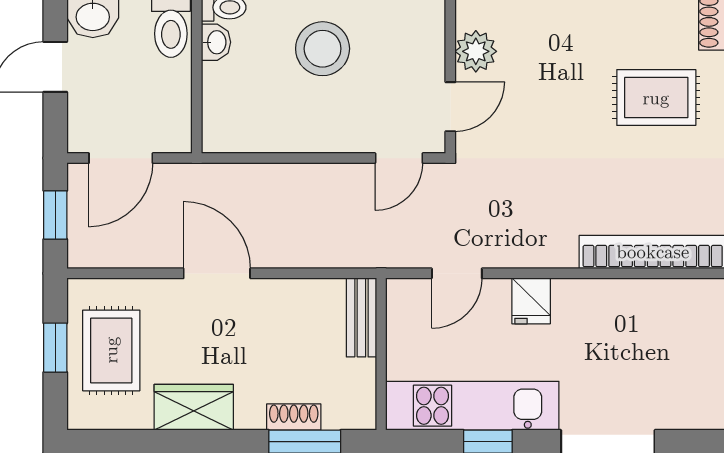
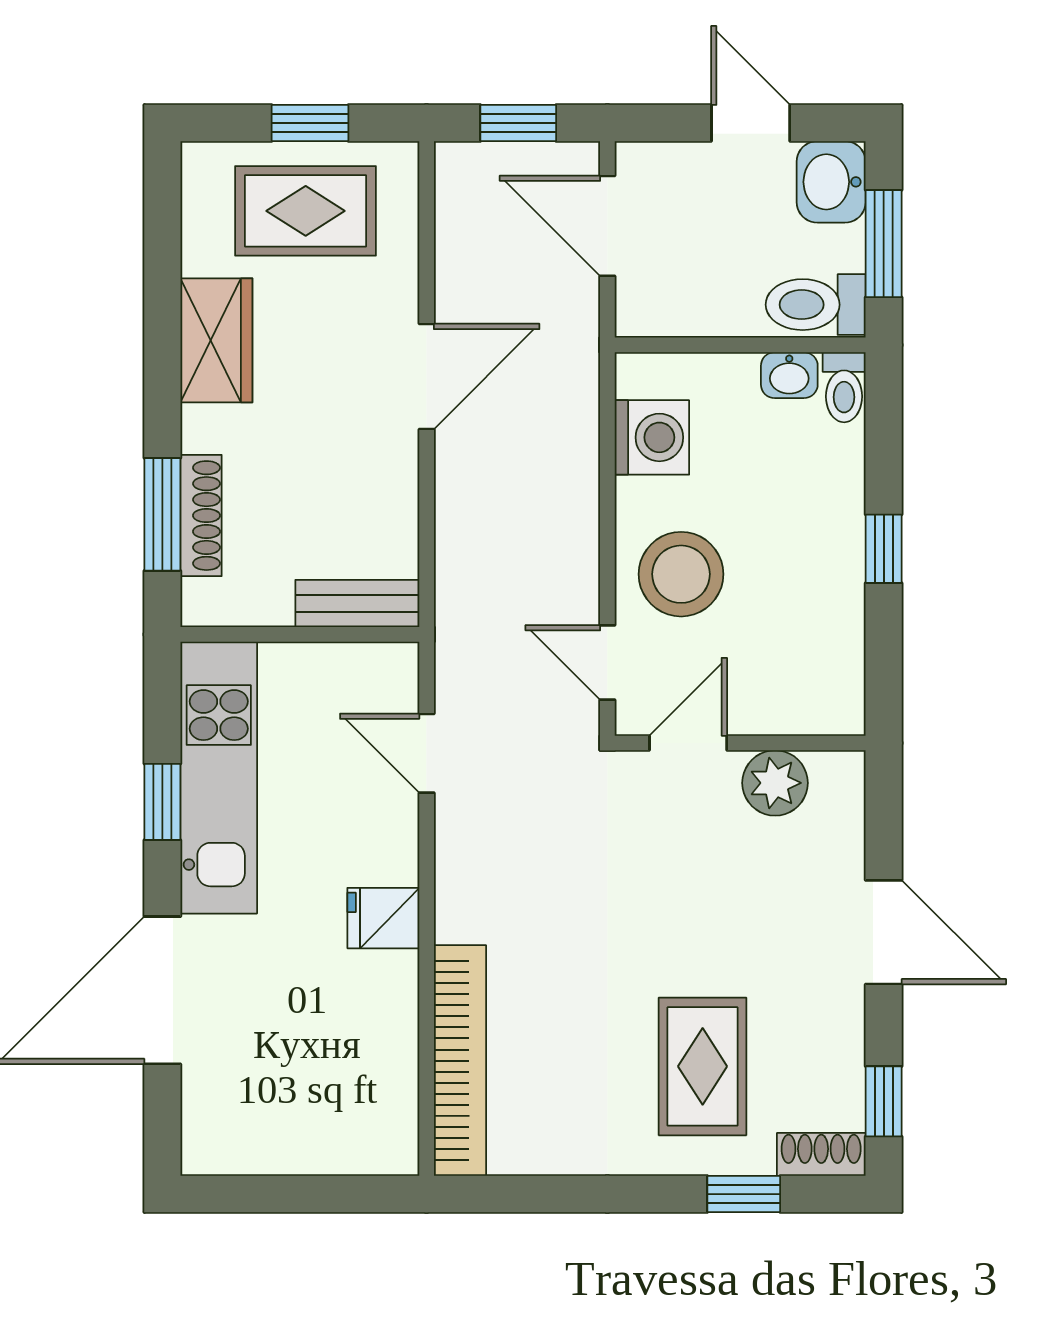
stool: (323, 49) -> (681, 574), moved
door: (450, 107) -> (688, 743), swing flipped
washing machine: (256, 130) -> (652, 437), added
fridge: (531, 301) -> (383, 918), moved
shoe rack: (294, 417) -> (201, 516), width x1.43

